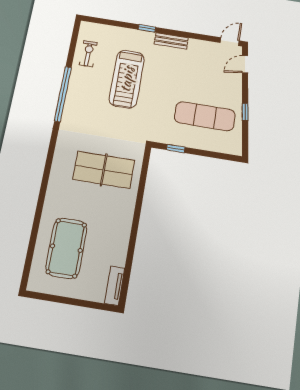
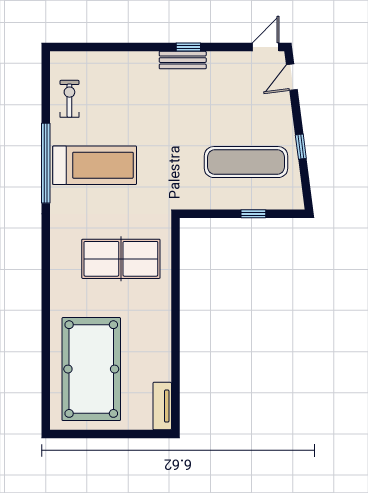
window: (147, 28) -> (188, 47), moved
treadmill: (127, 79) -> (95, 165), moved, turned -90
window: (176, 148) -> (253, 214), moved
pool table: (66, 248) -> (91, 369), width x1.36, depth x1.32

